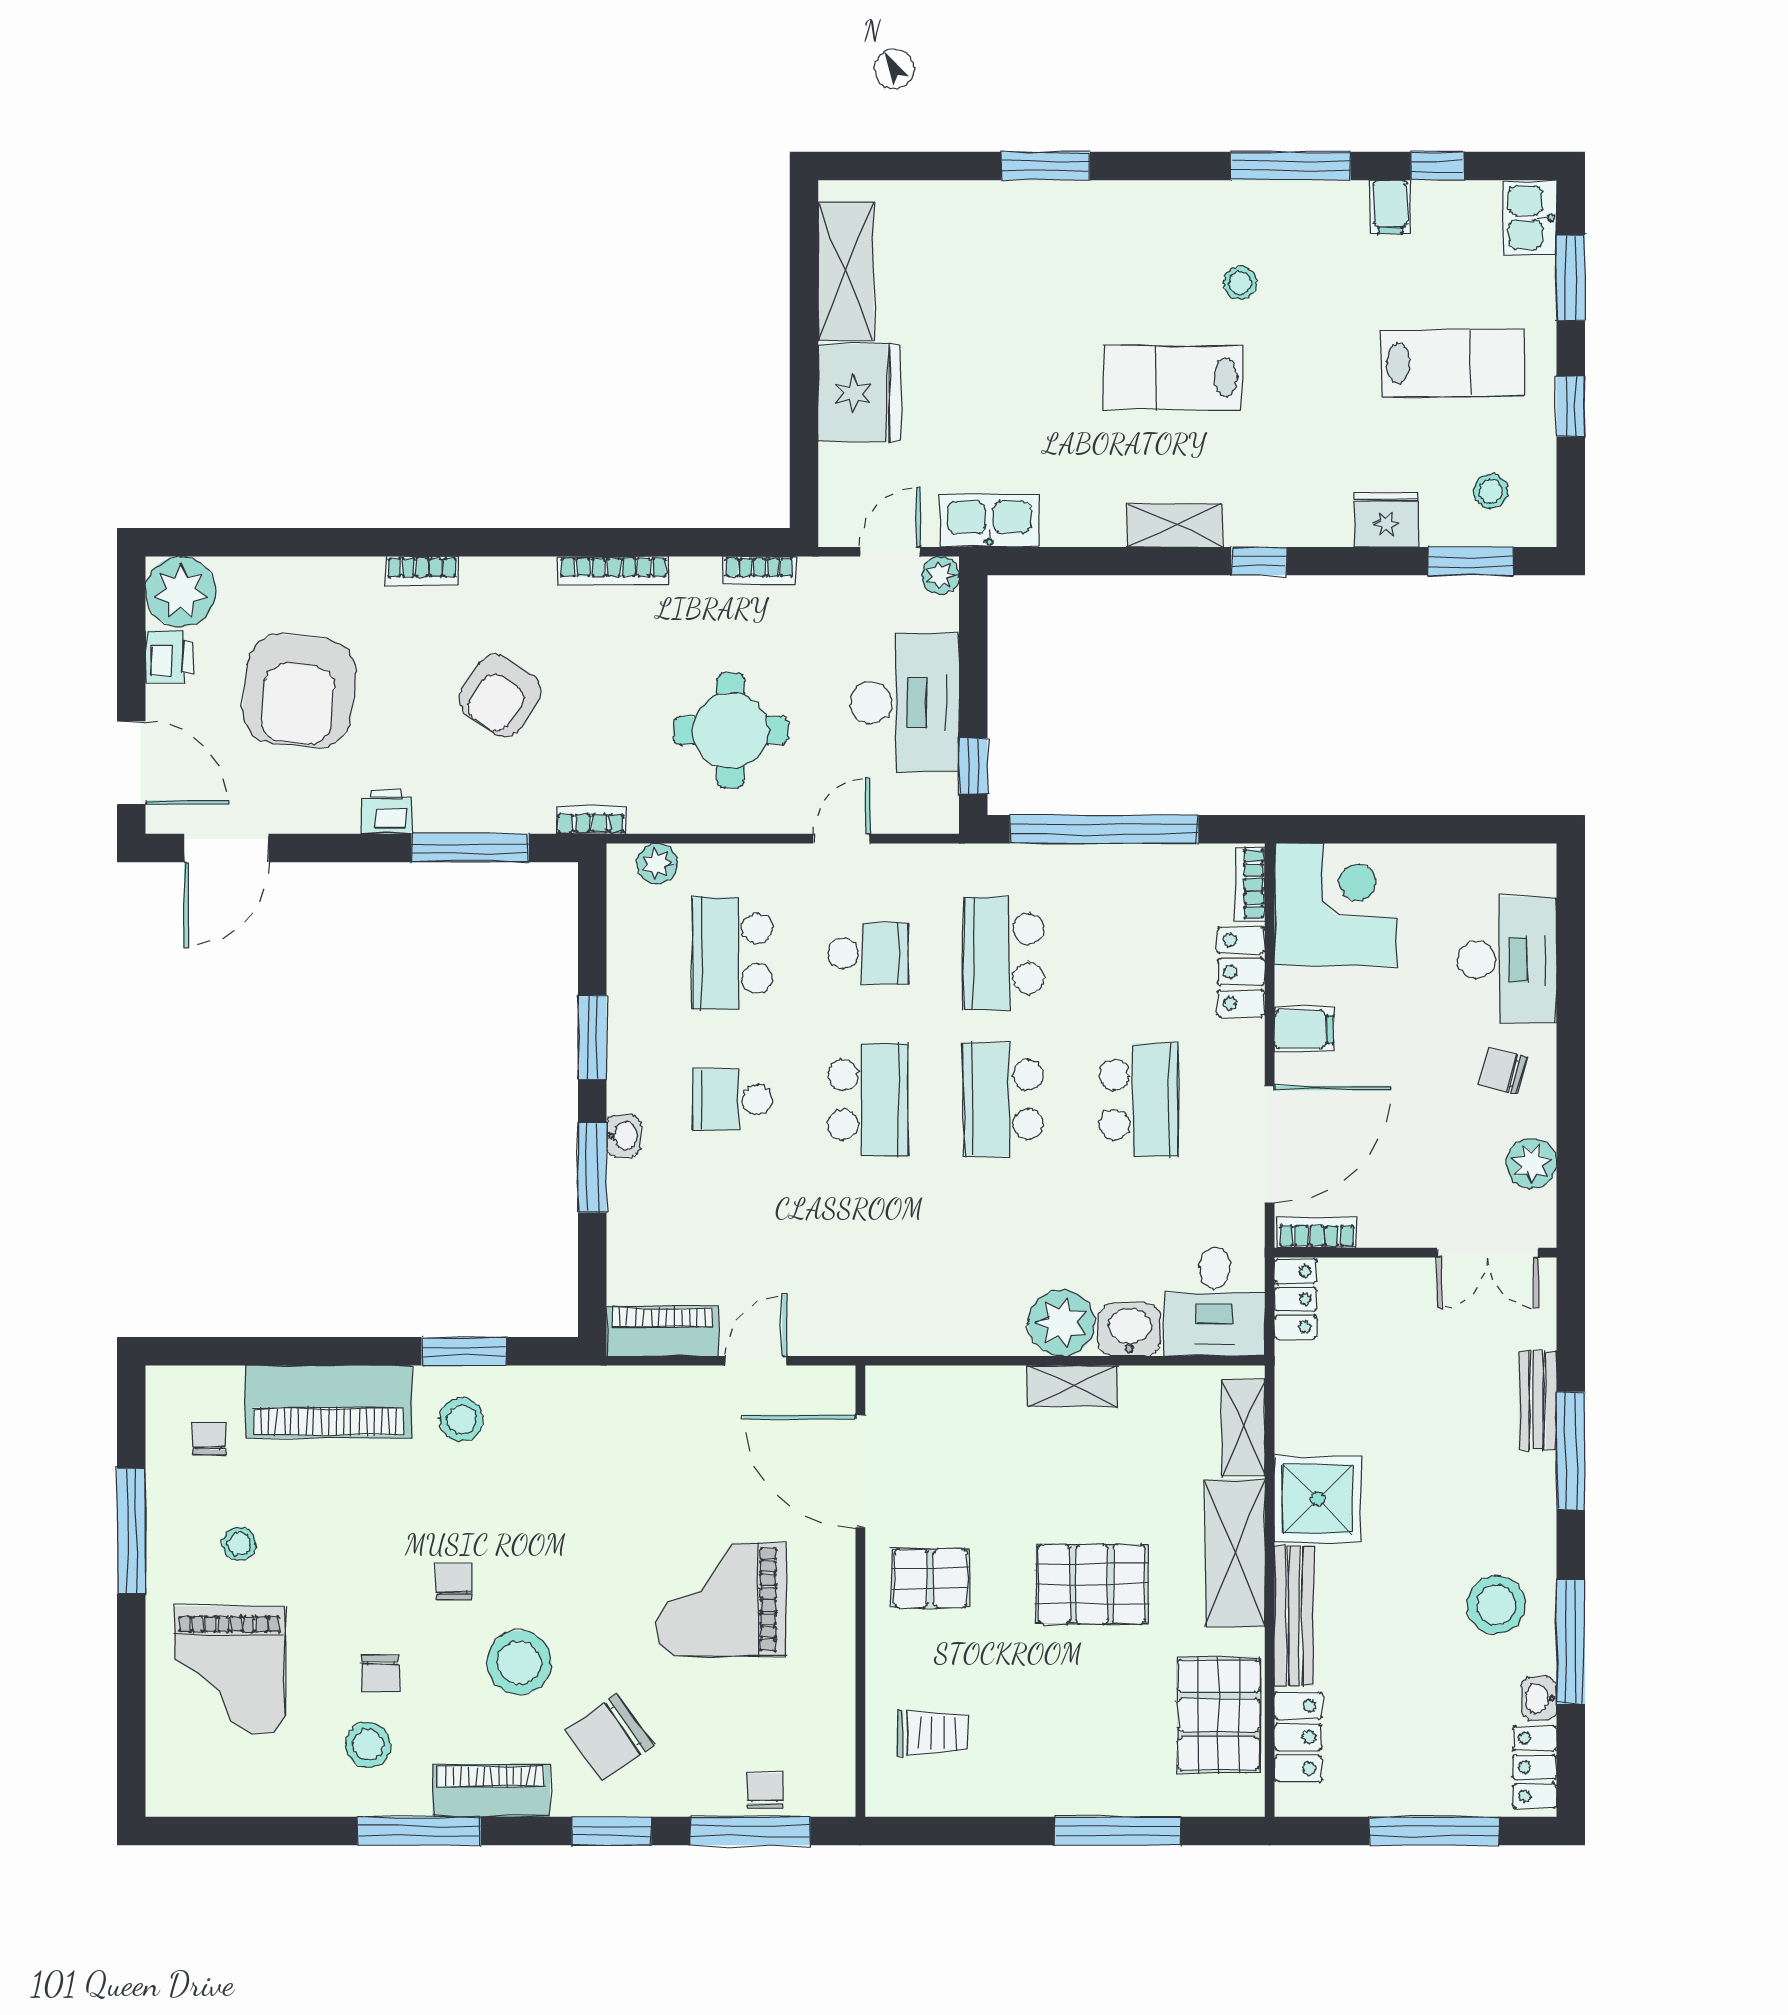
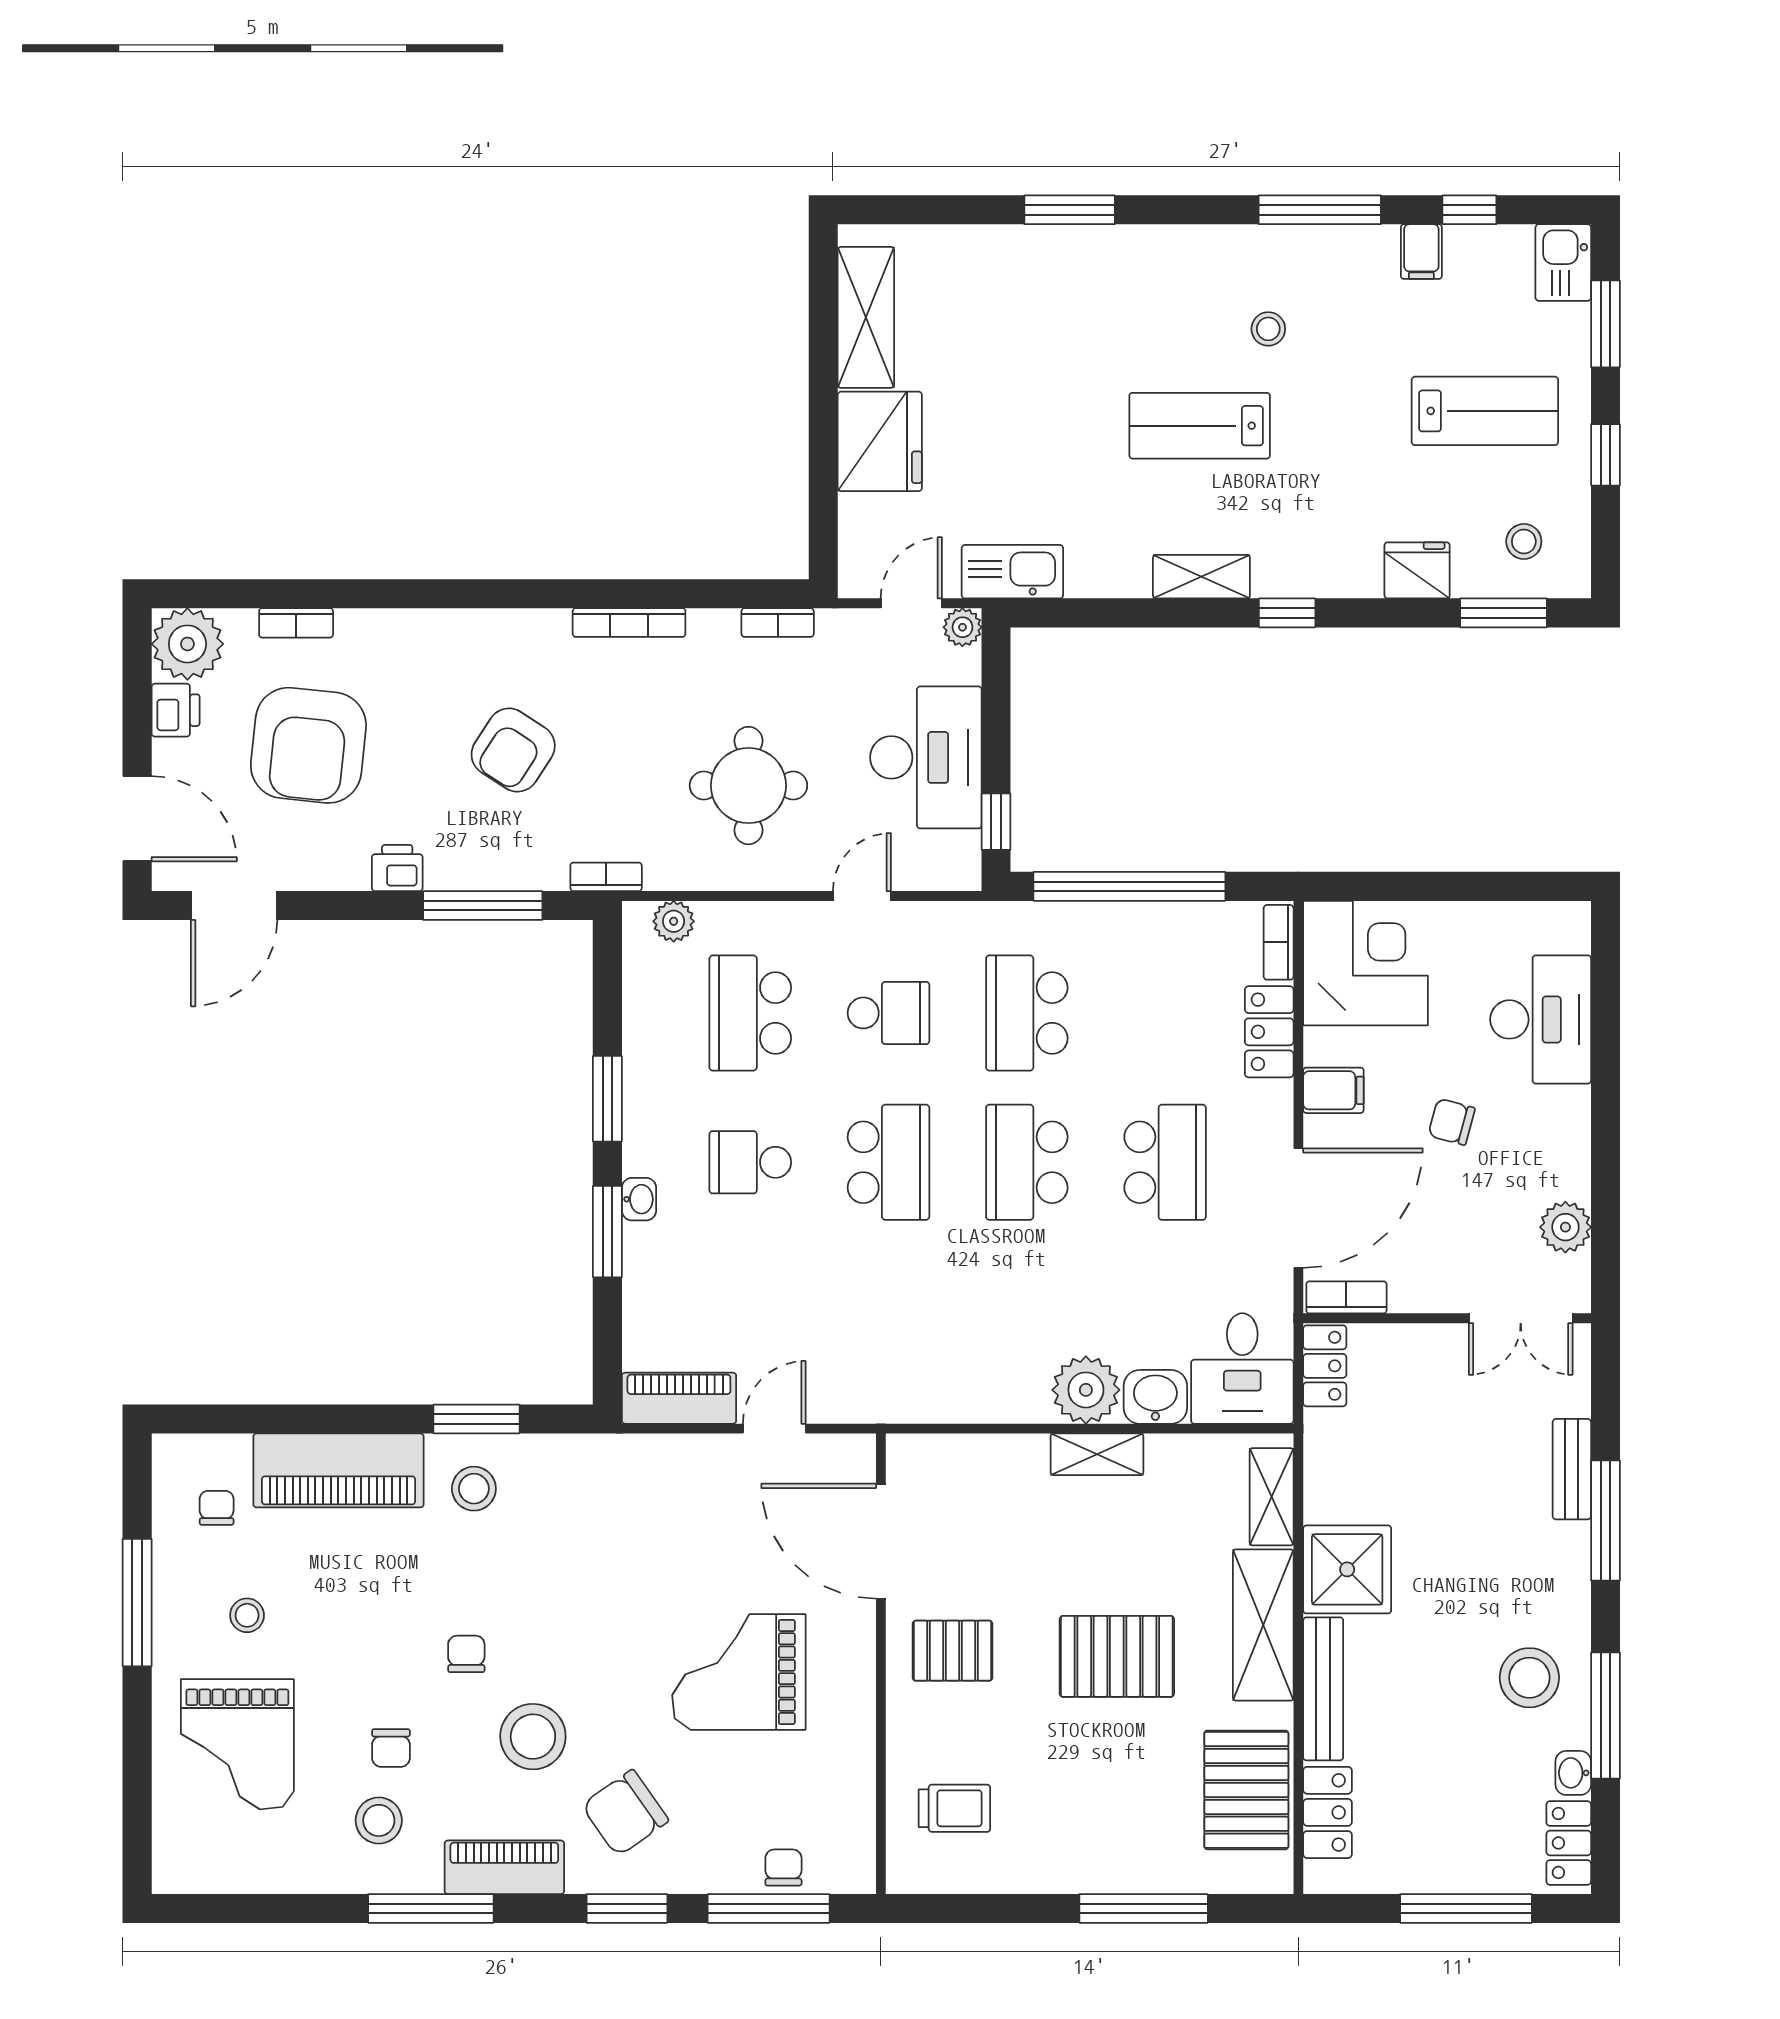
bookcase: (422, 571) -> (296, 623), moved
chair: (1503, 1071) -> (1452, 1122), moved

